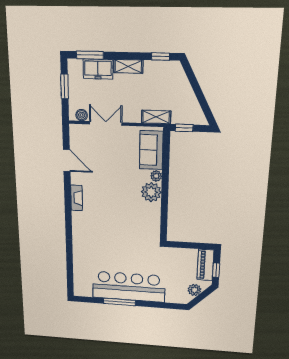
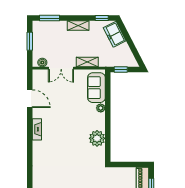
freezer: (98, 69) -> (115, 34), moved, turned 63
shelving: (156, 117) -> (87, 62), moved
double door: (106, 123) -> (61, 68), swing flipped
plant: (151, 192) -> (97, 138), moved

